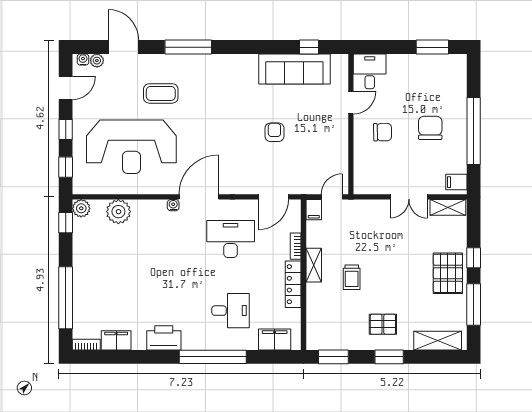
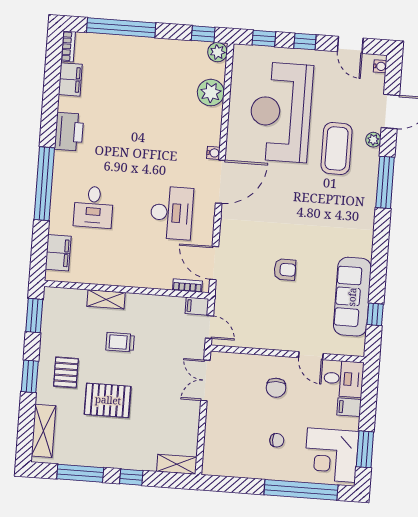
plant: (97, 61) -> (373, 140), moved
corner desk: (440, 77) -> (331, 455), added
coffee table: (161, 93) -> (337, 148), width x1.36, depth x1.32
chair: (430, 128) -> (277, 440), width x0.54, depth x0.54
window: (474, 131) -> (301, 490), moved
filing cabinet: (456, 182) -> (349, 407), moved, turned -90
door: (199, 197) -> (220, 182), hinge flipped
double door: (409, 197) -> (205, 380), moved
shelving: (448, 207) -> (177, 464), moved, turned 90
bookcase: (296, 246) -> (187, 286), moved
shelving: (314, 265) -> (106, 299), moved
pallet: (448, 273) -> (108, 400), moved
locker: (293, 284) -> (117, 278), removed

